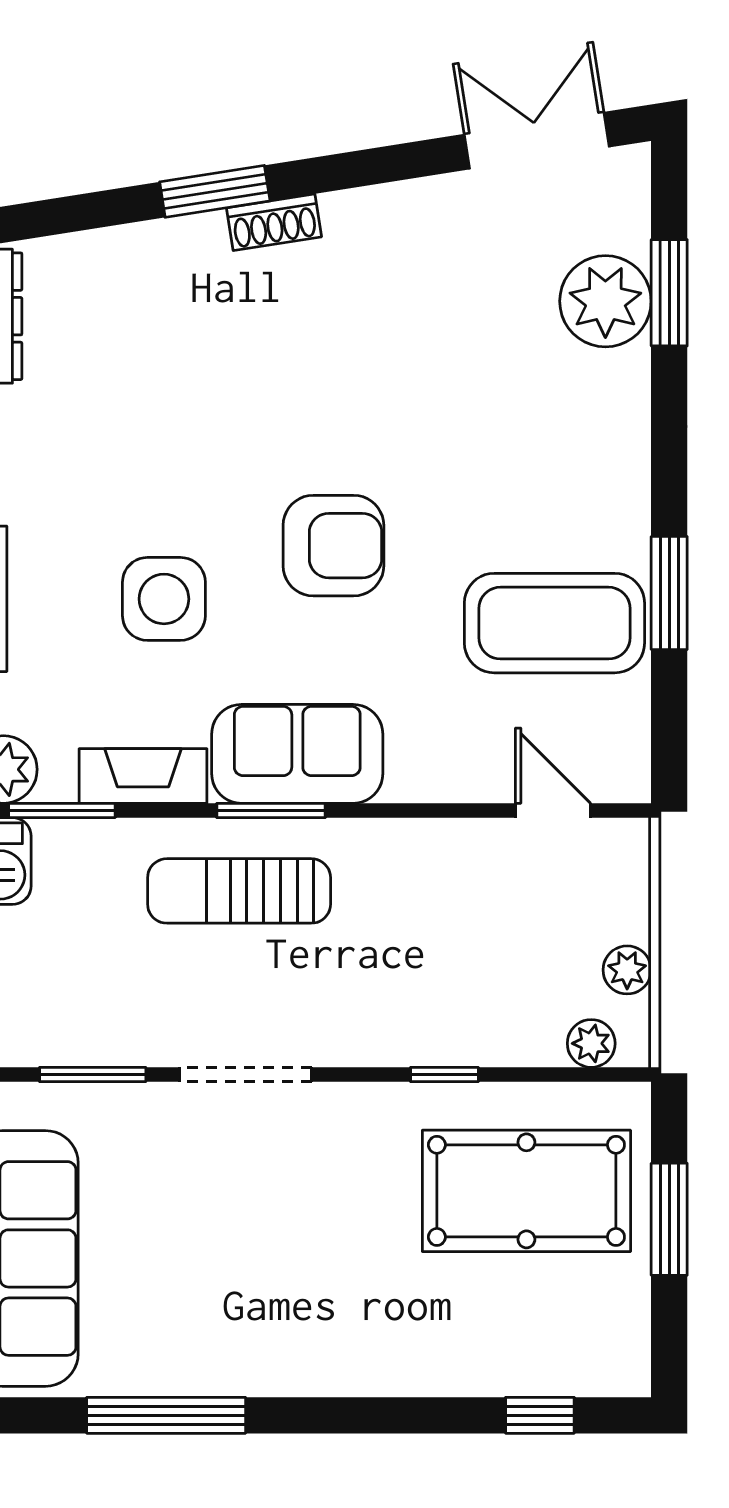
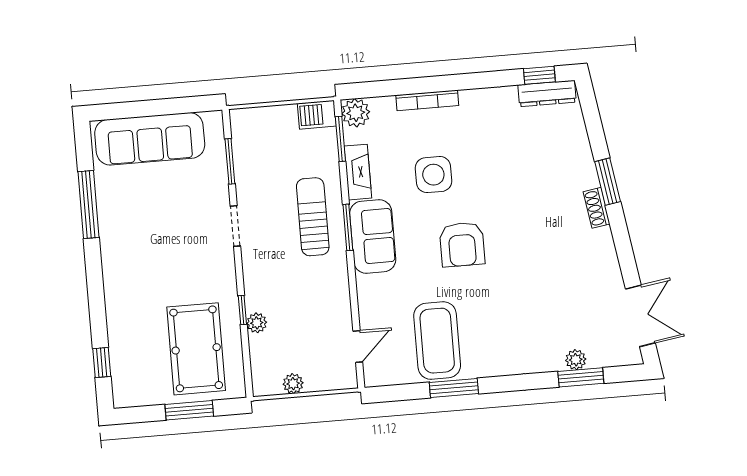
plant: (605, 301) -> (576, 360), width x0.53, depth x0.53
plant: (591, 1043) -> (257, 323), moved
doorway: (245, 1075) -> (235, 226), width x0.73

